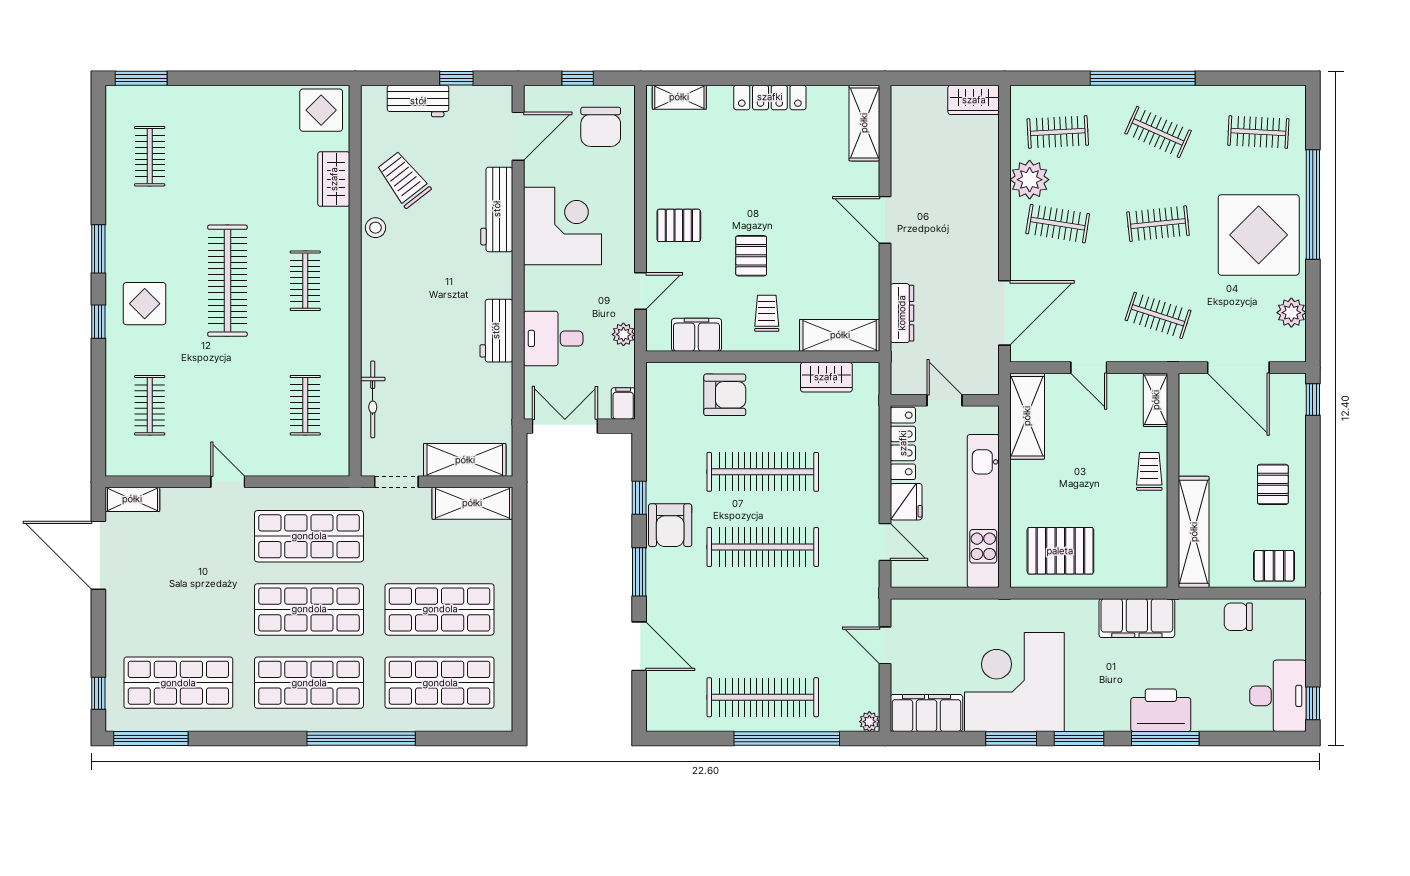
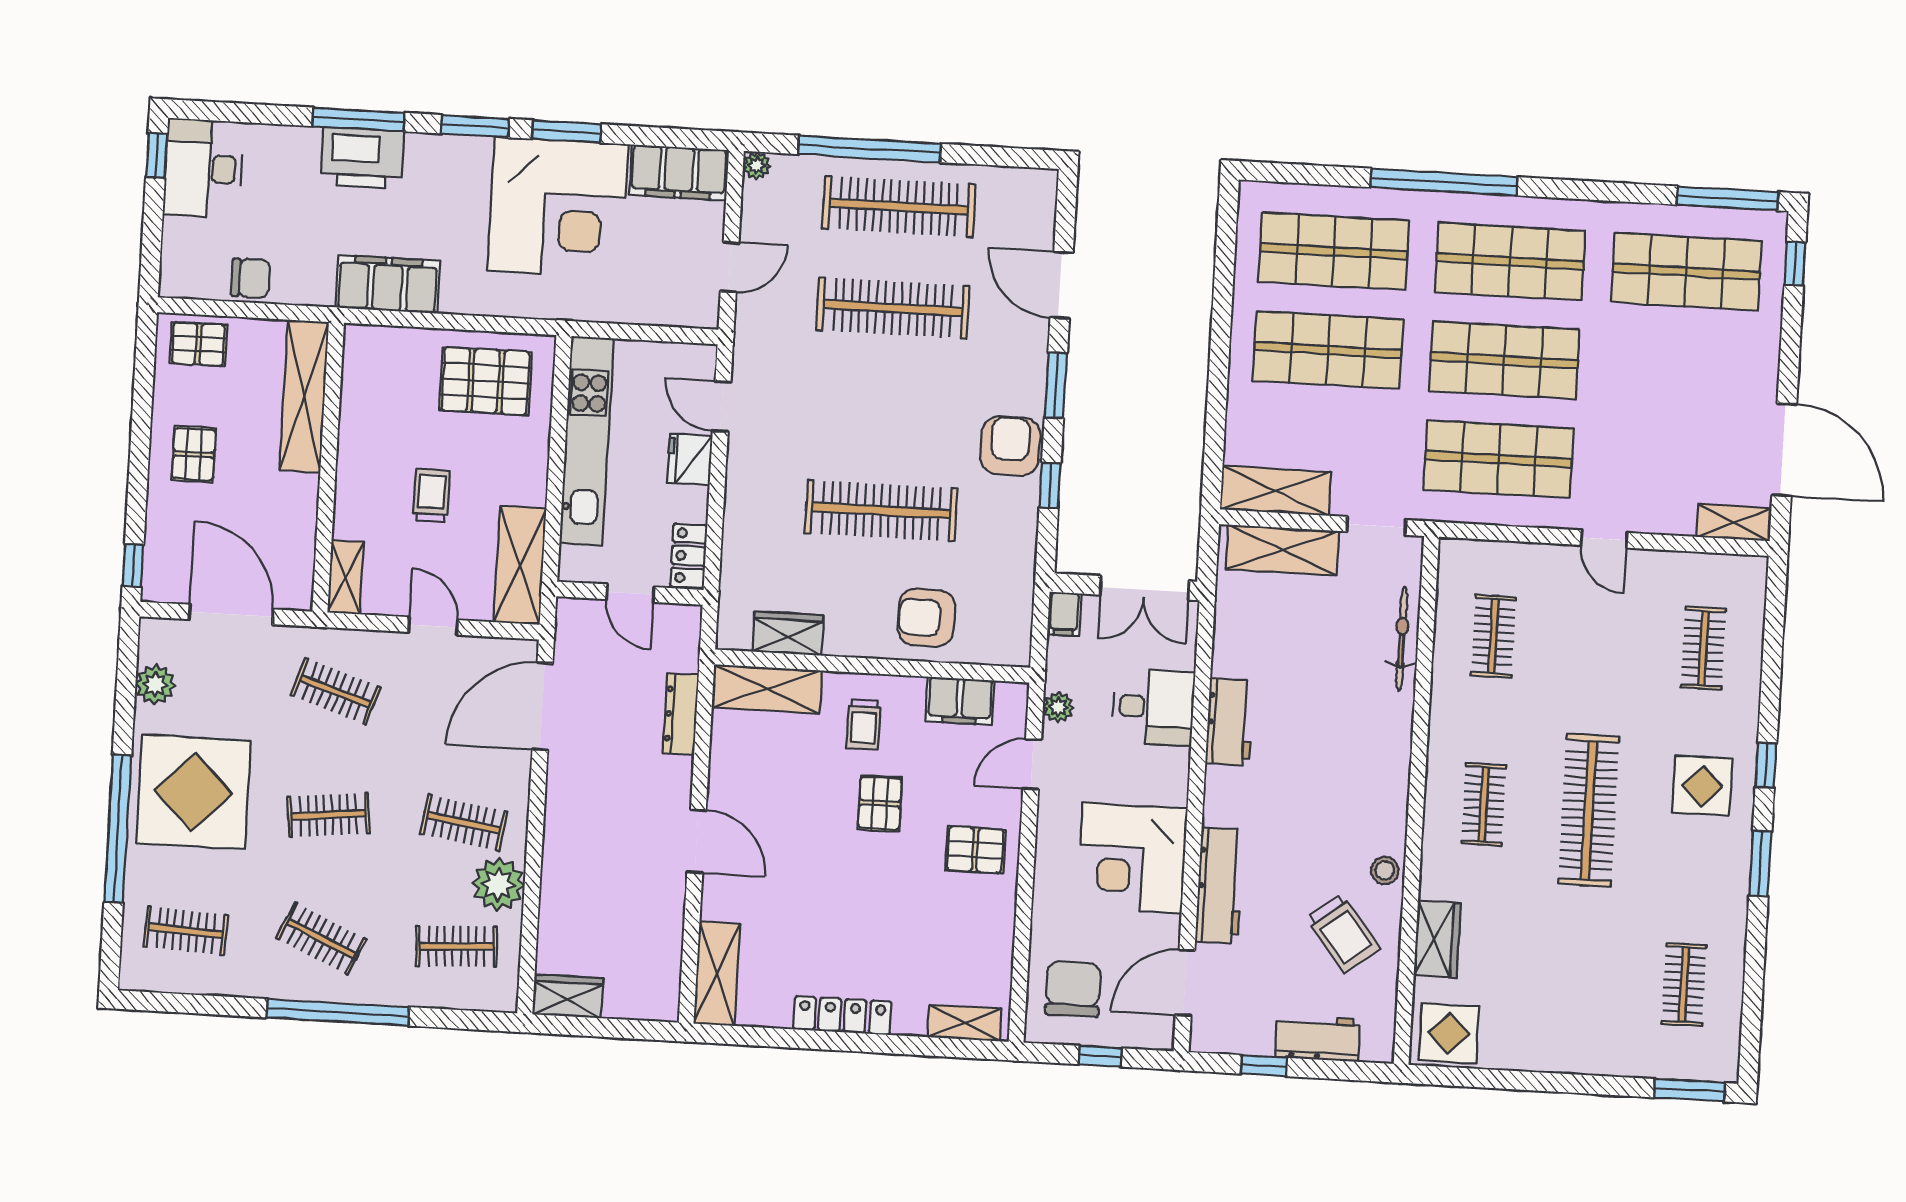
locker: (903, 443) -> (689, 556), width x0.66
trolley: (1149, 471) -> (431, 495), moved, turned 180
clothes rail: (763, 547) -> (893, 308), moved
door: (885, 645) -> (730, 267), hinge flipped

